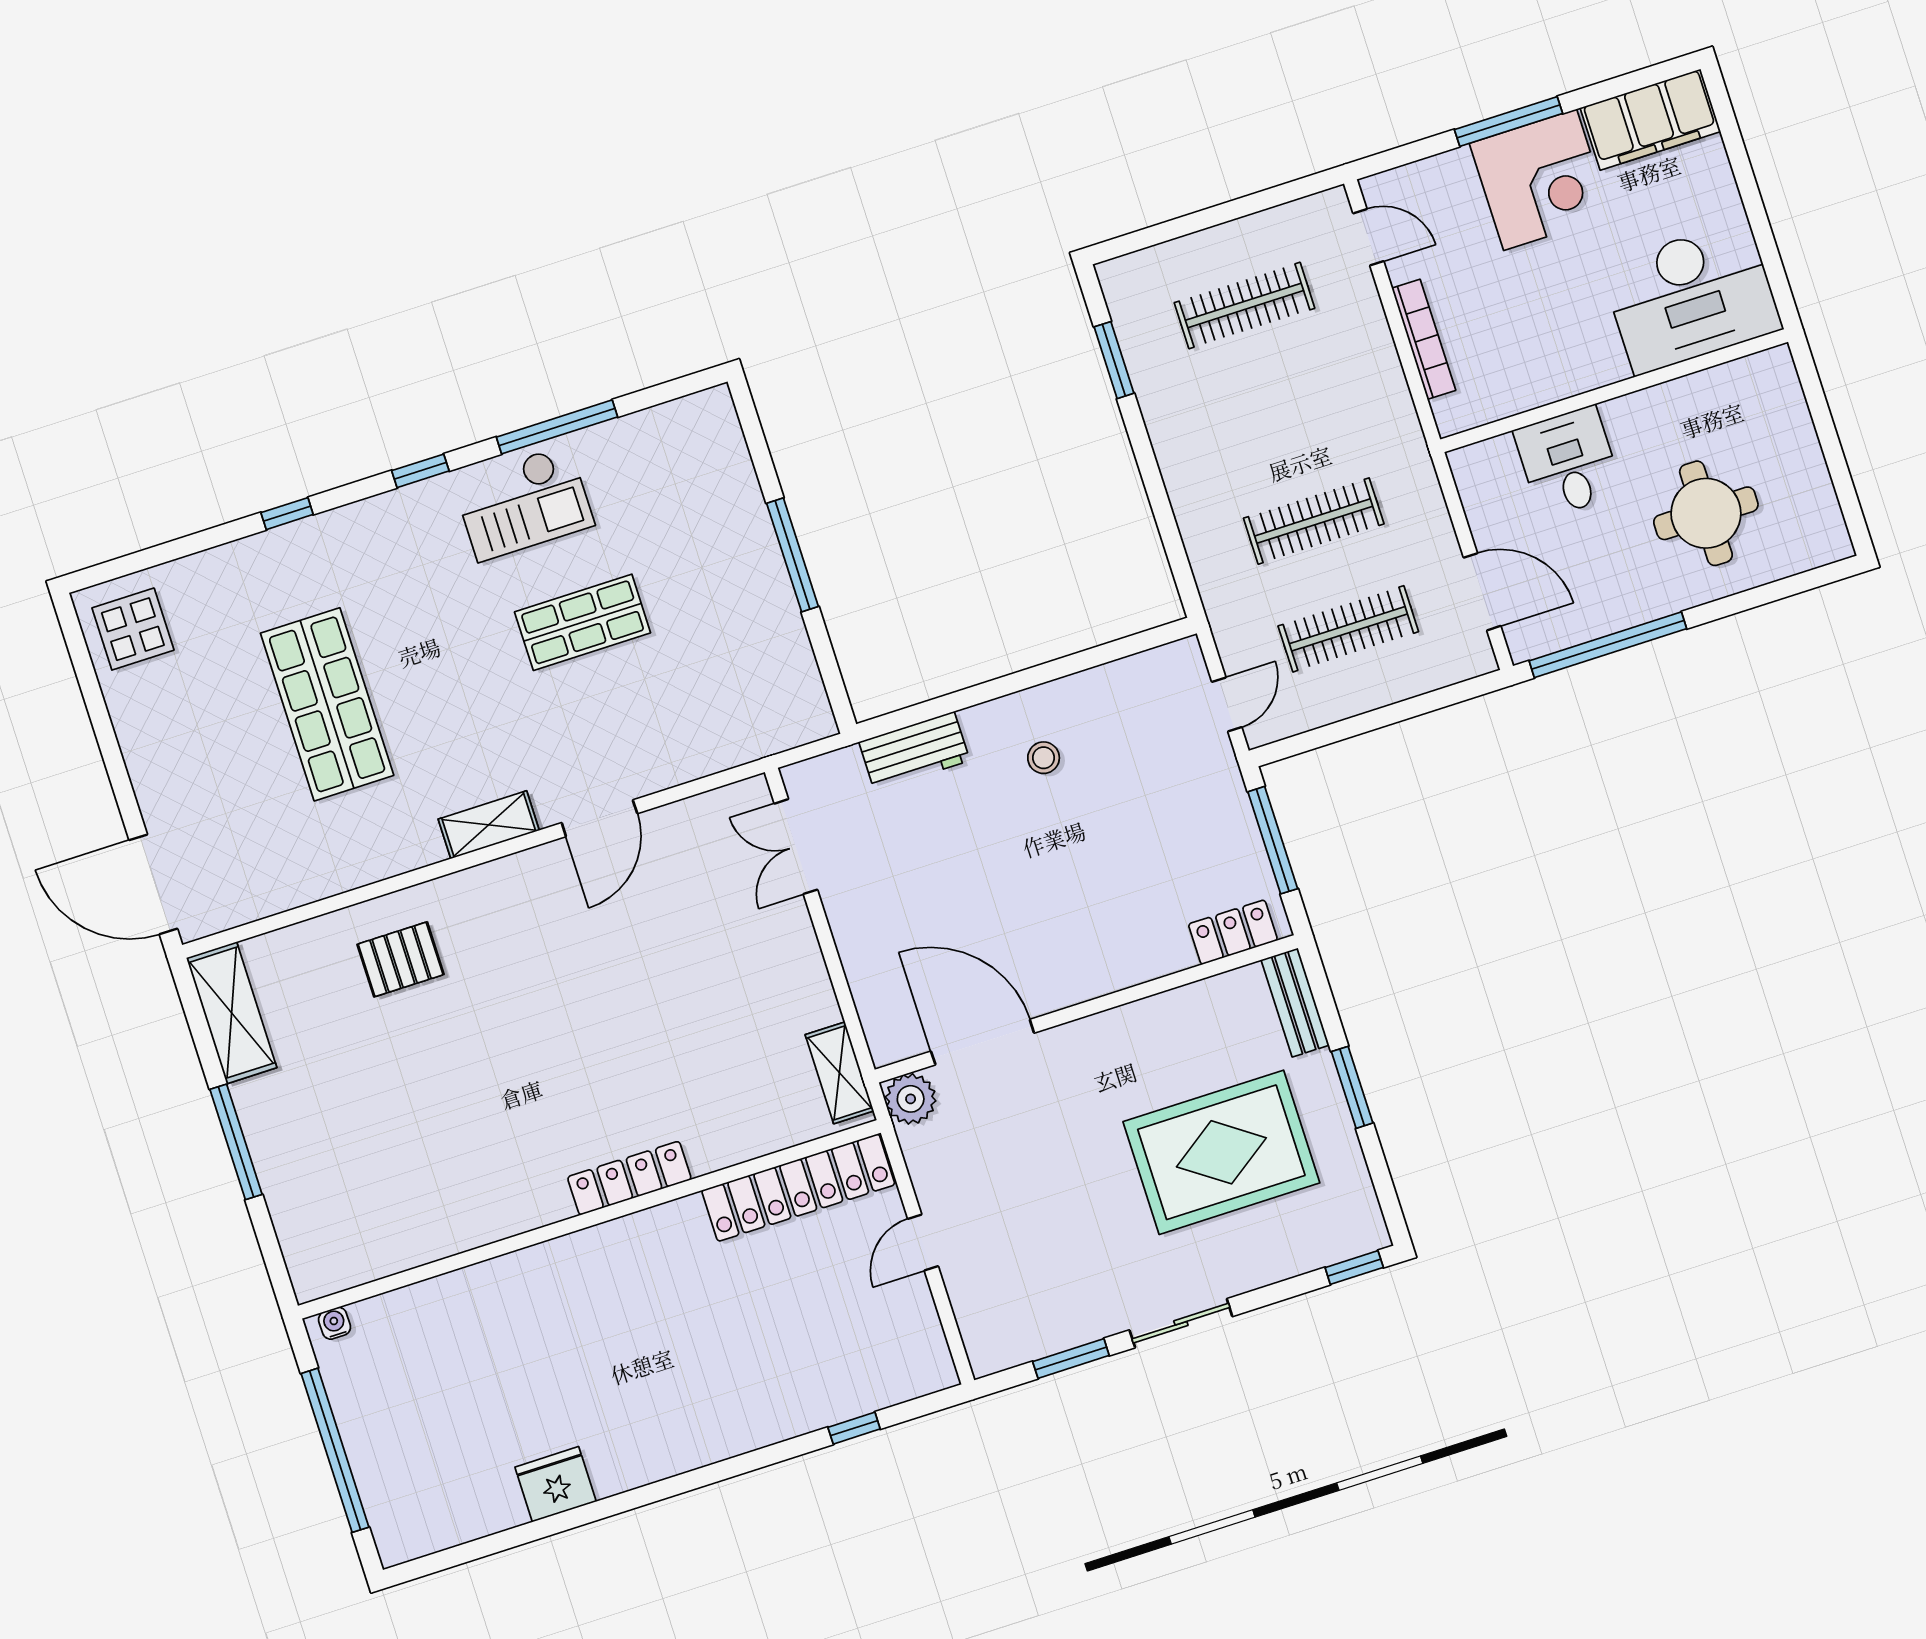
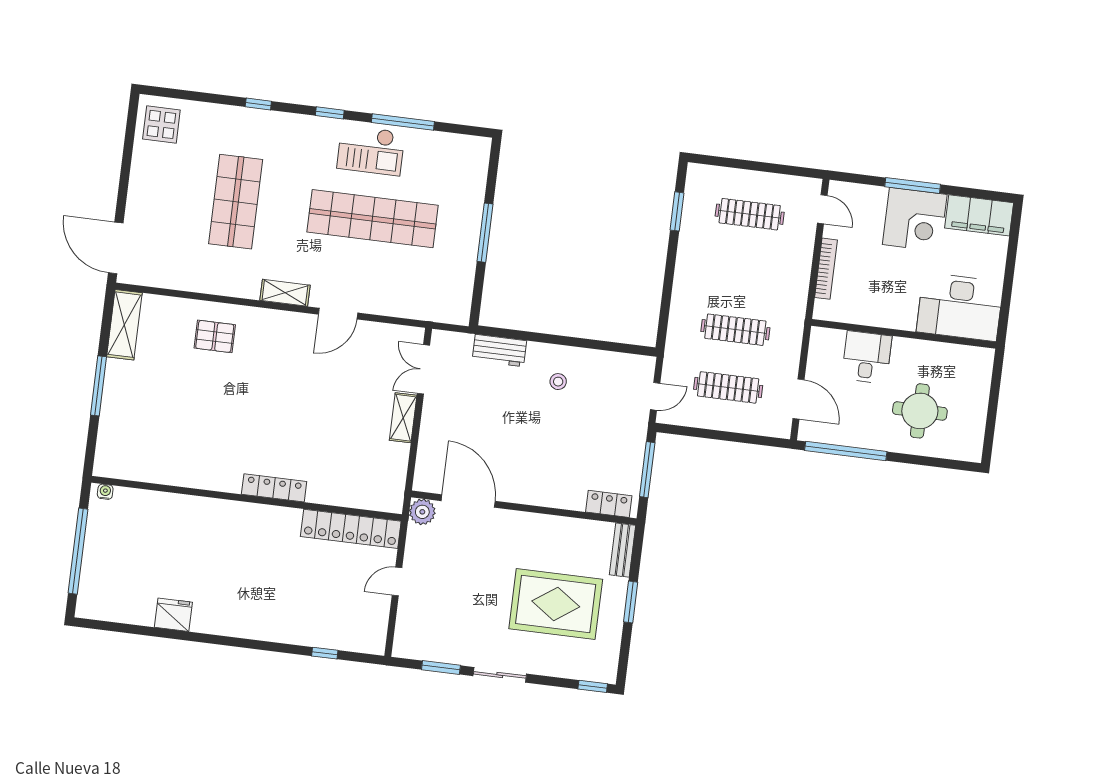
shop shelf: (583, 622) -> (373, 219), width x2.00, depth x1.36
shelving: (839, 1073) -> (403, 418), moved

